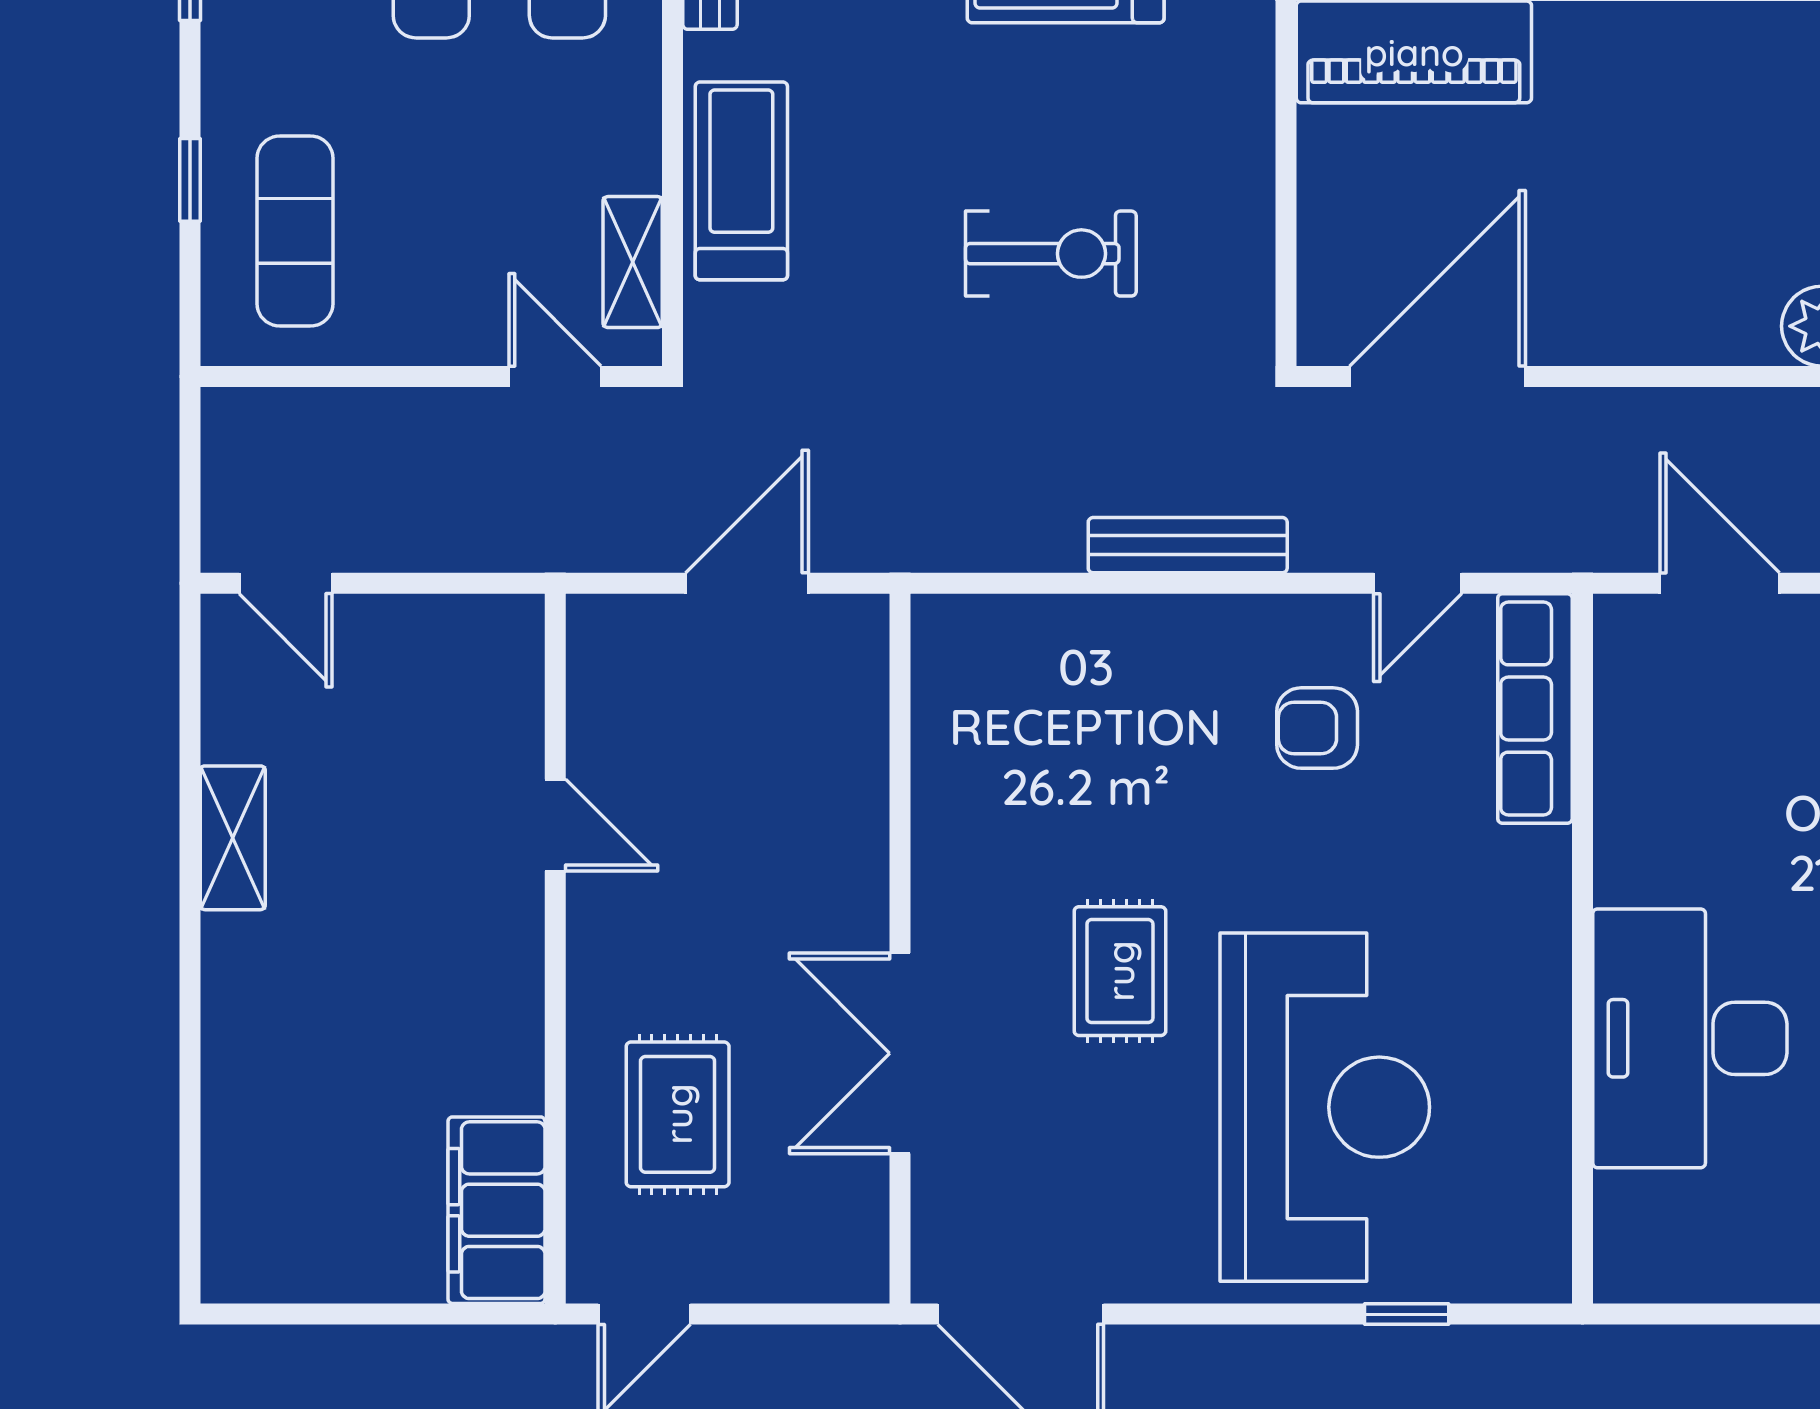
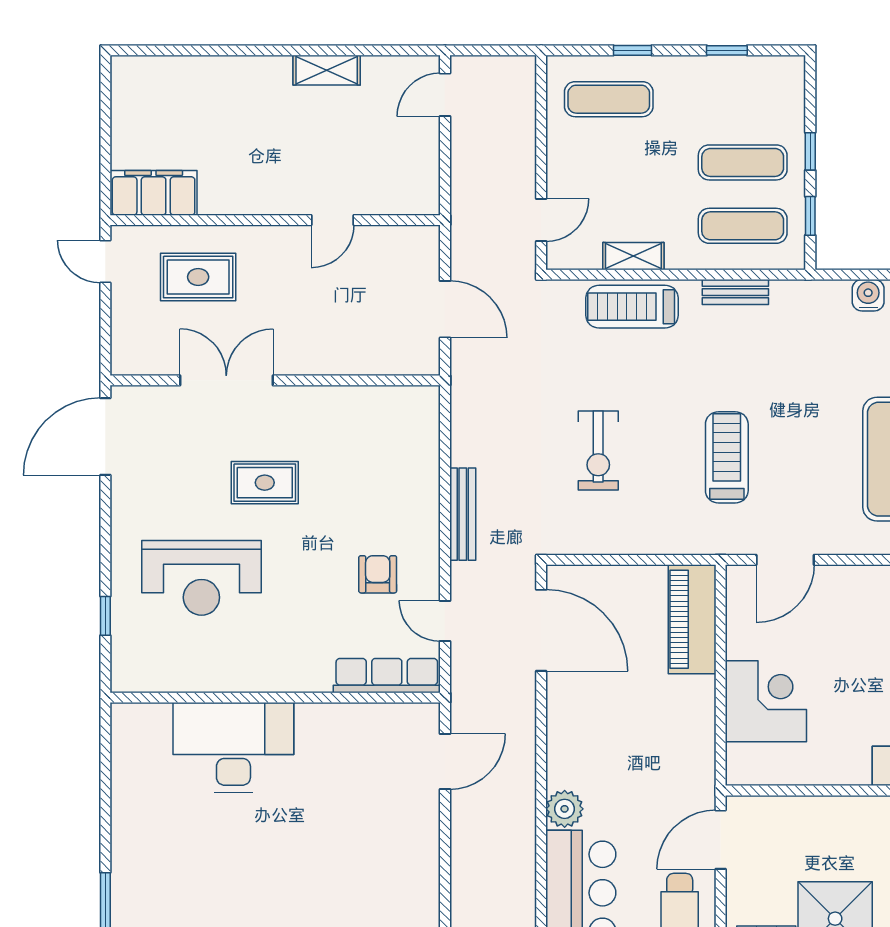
treadmill: (741, 181) -> (632, 307), turned 180
shelving: (633, 262) -> (633, 256), moved
reception desk: (1325, 1107) -> (201, 578), width x0.74, depth x0.77

